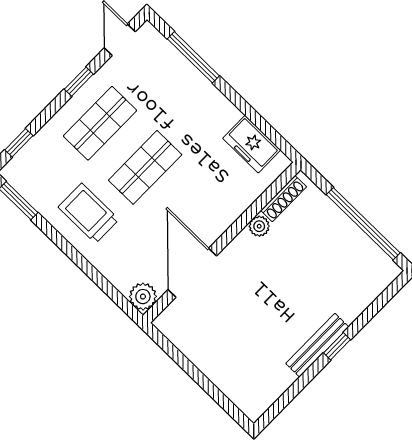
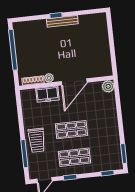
freezer: (252, 144) -> (47, 94), moved, turned 90
trolley: (89, 213) -> (37, 140), moved
door: (192, 273) -> (74, 82), moved

